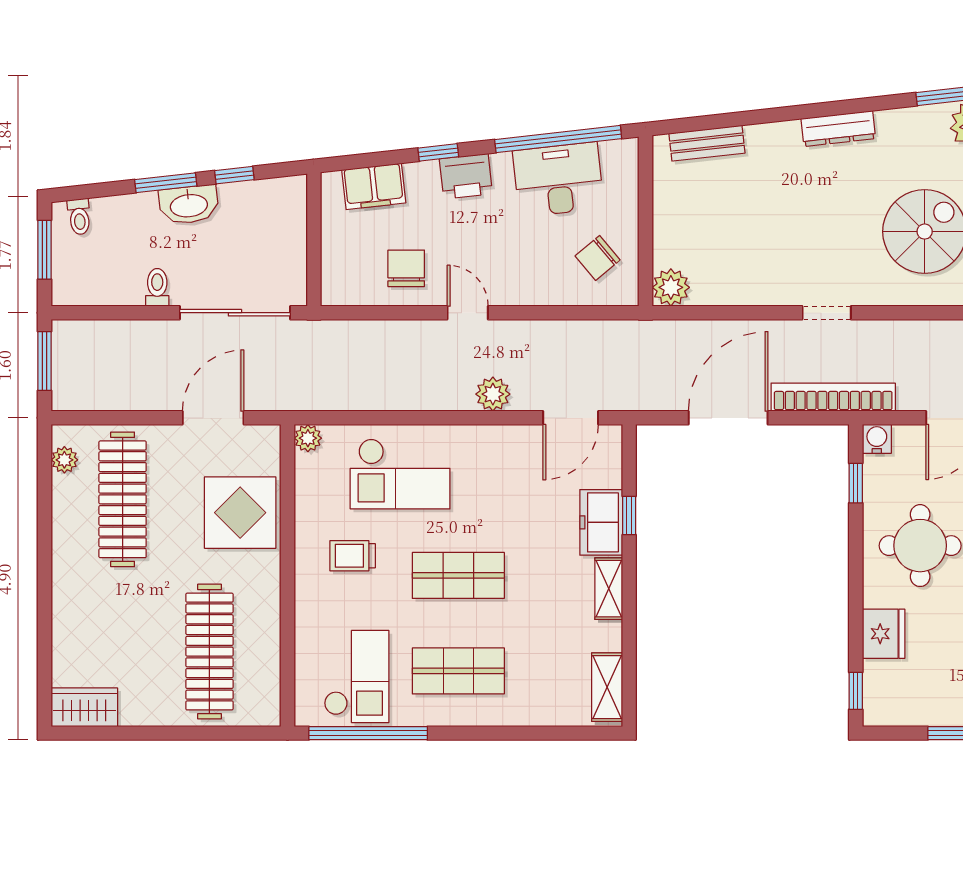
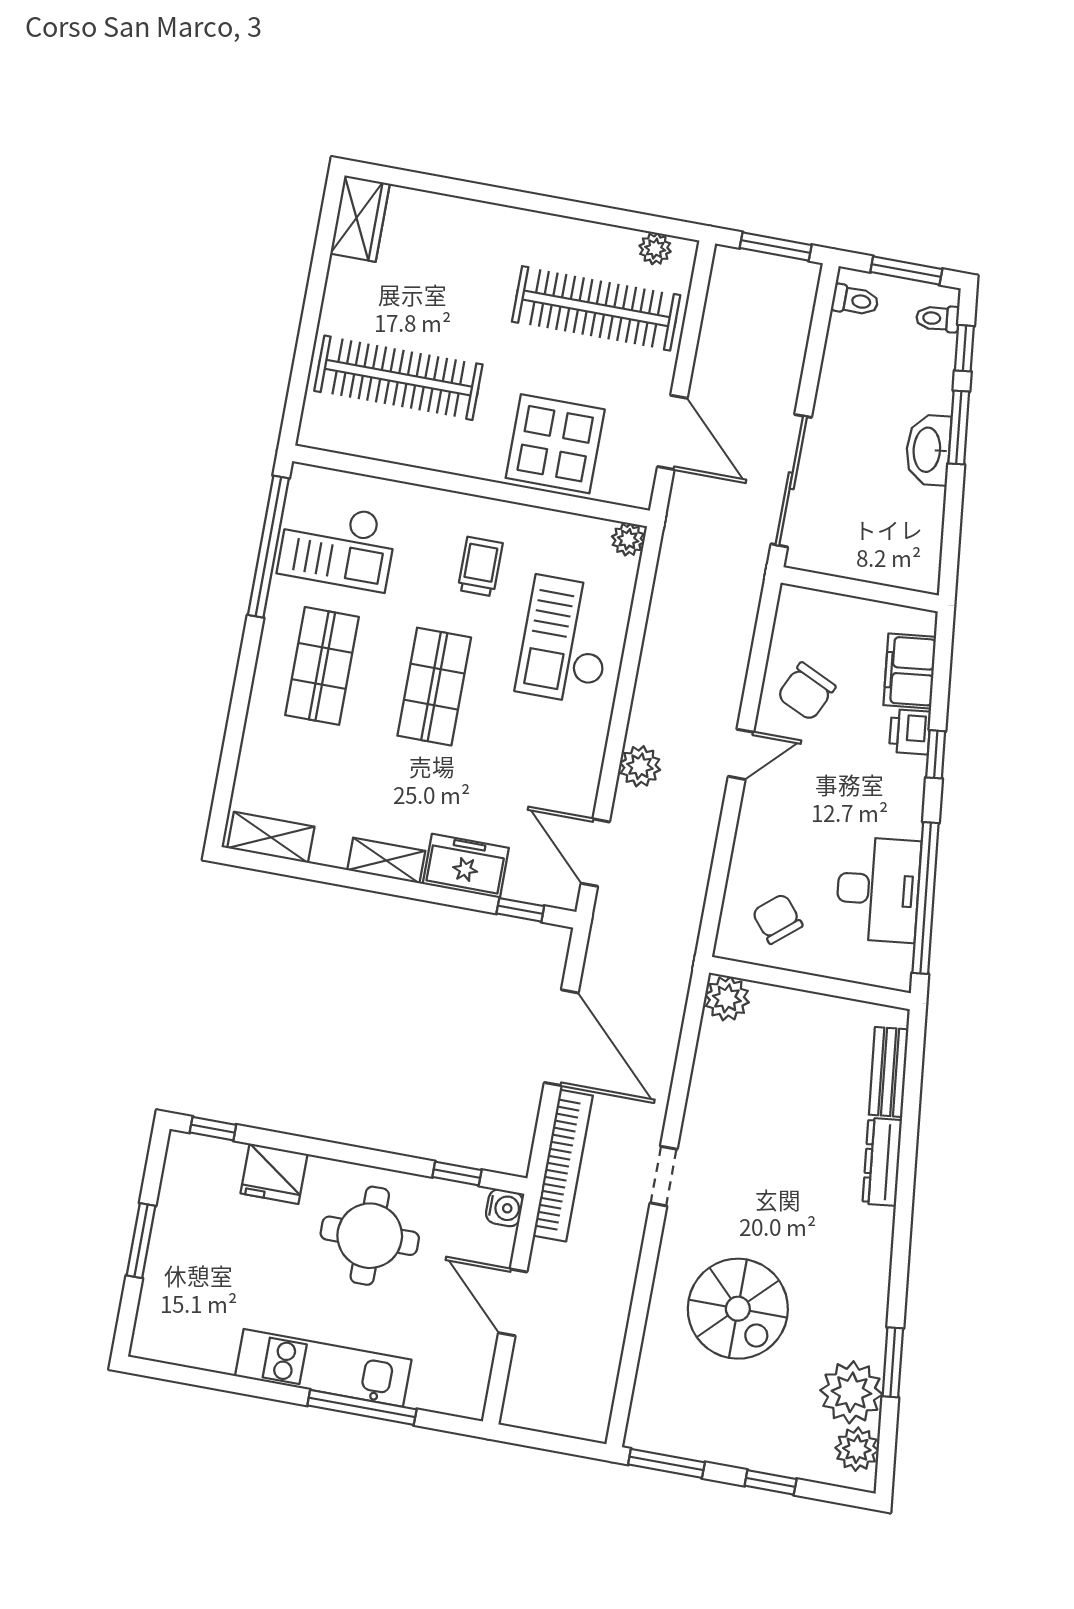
dresser: (838, 129) -> (882, 1162), moved
window: (234, 175) -> (964, 348), moved
printer: (466, 176) -> (910, 732), moved, width x0.73, depth x0.81
chair: (406, 268) -> (806, 692), turned 115
toilet: (157, 287) -> (855, 300), moved
window: (629, 515) -> (520, 910), moved

